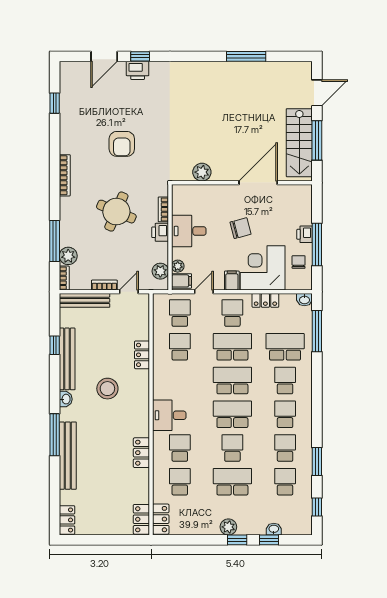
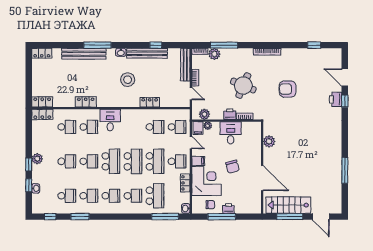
school desk: (232, 482) -> (67, 161), width x0.54

